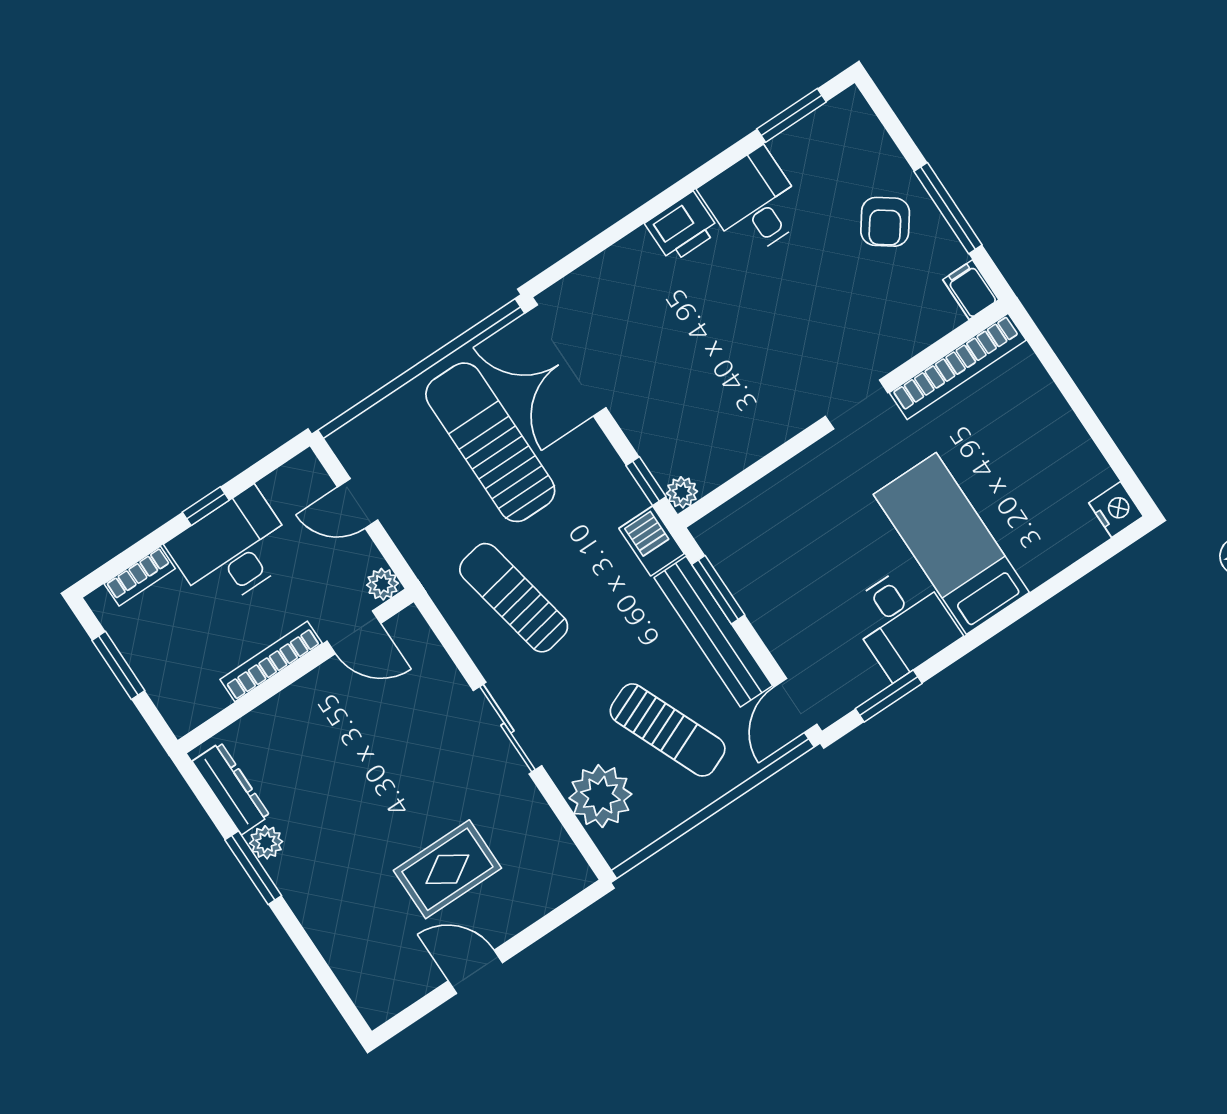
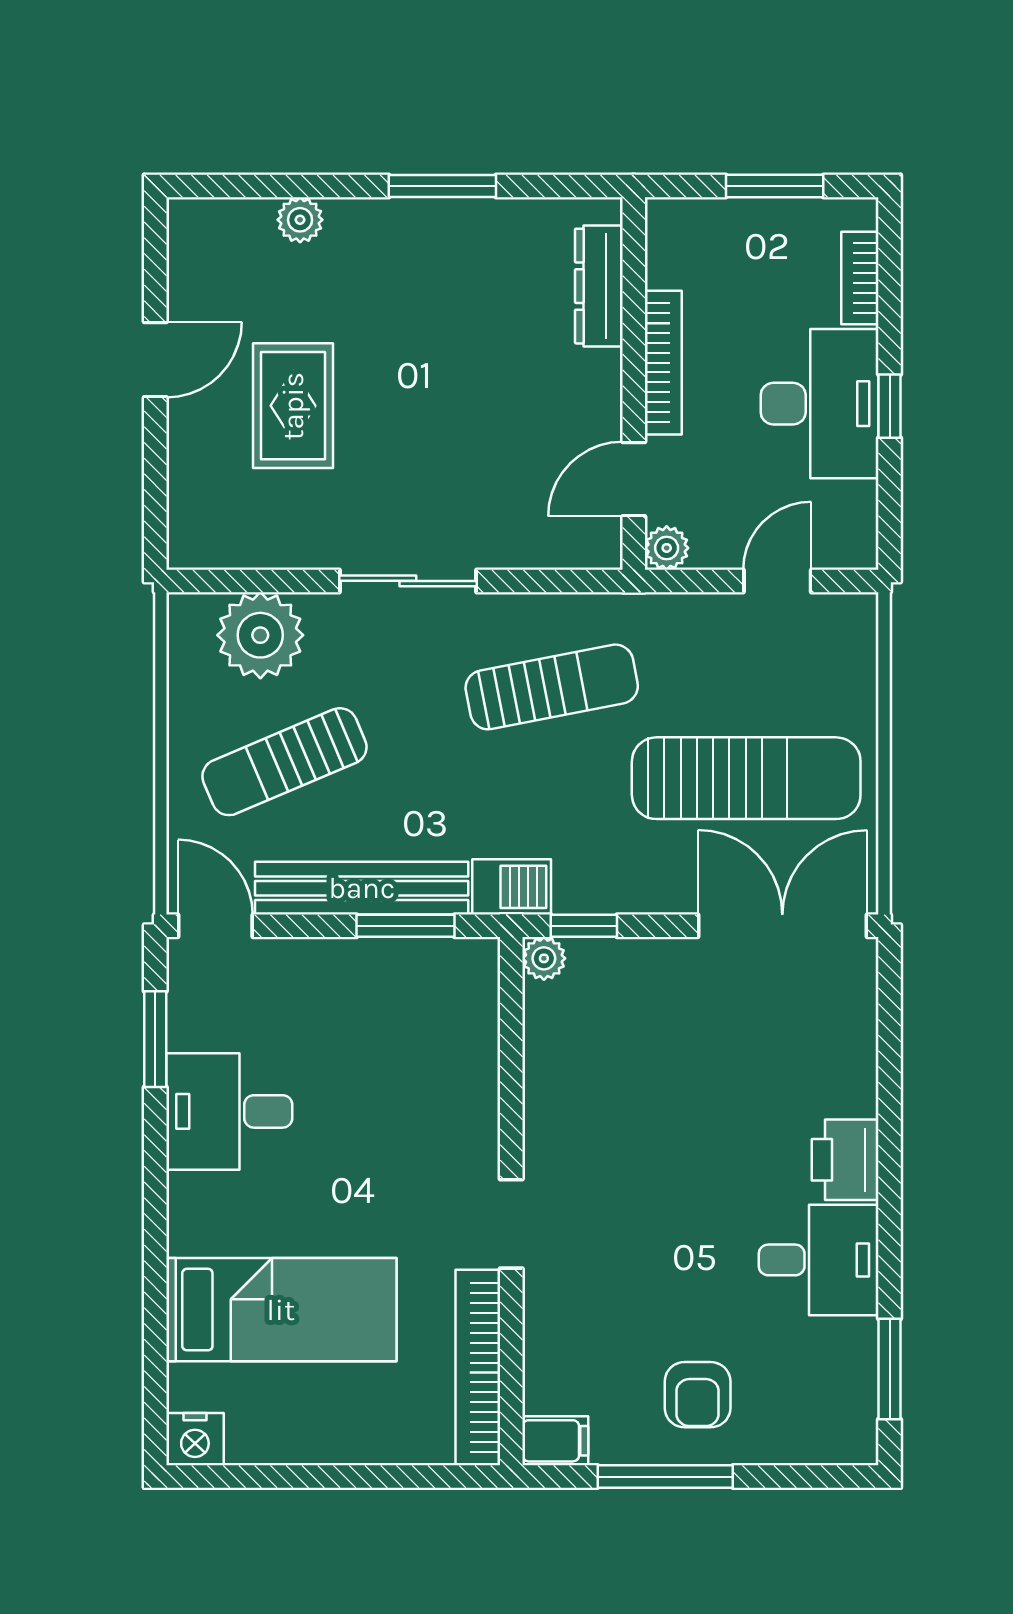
armchair: (885, 222) -> (698, 1395), turned -126
bed: (951, 543) -> (281, 1310), moved
dresser: (231, 788) -> (599, 286), moved, turned 90
plant: (266, 842) -> (300, 220), moved

